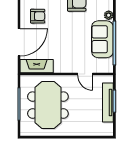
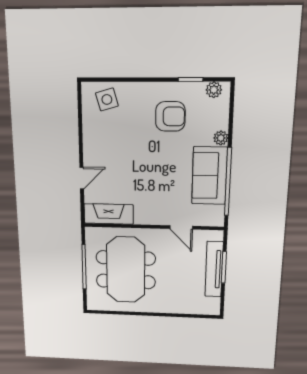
armchair: (38, 16) -> (109, 138), removed
door: (19, 42) -> (82, 178), width x0.53

